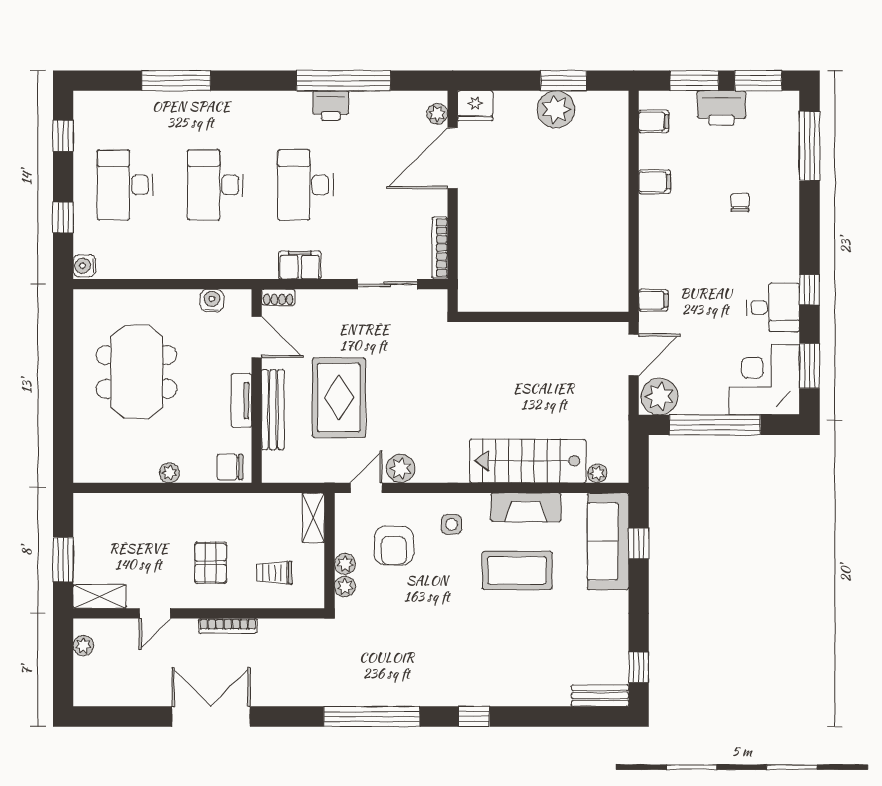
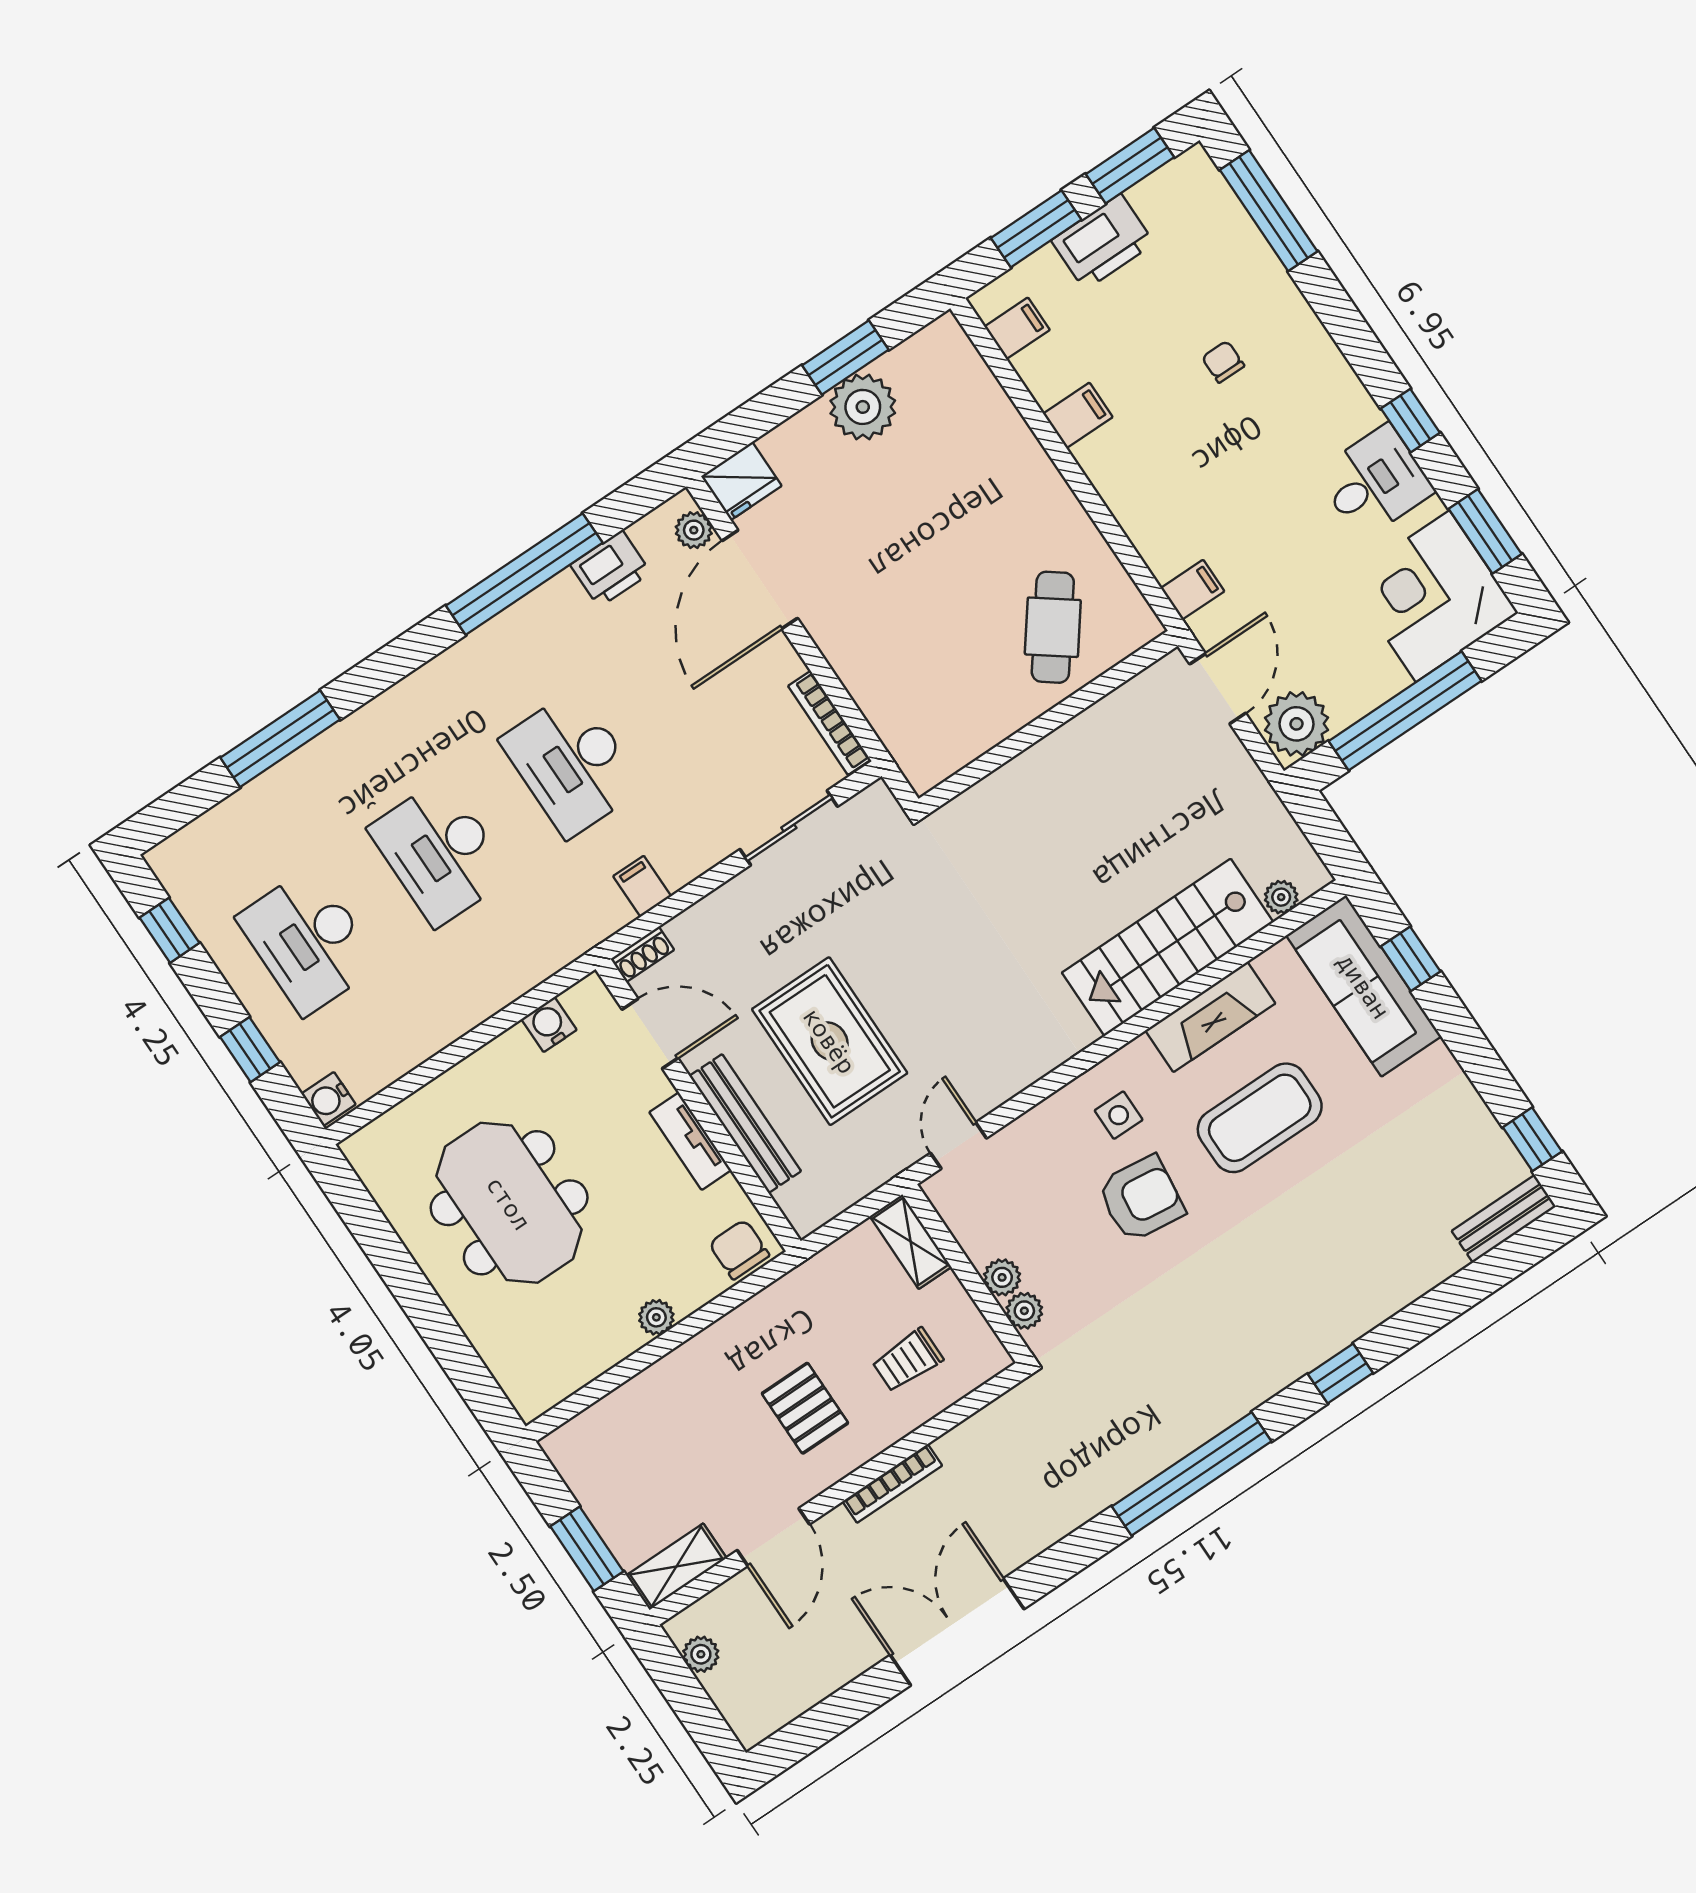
printer: (331, 106) -> (611, 569), moved
filing cabinet: (300, 265) -> (642, 886), width x0.50
cafe table: (575, 274) -> (1053, 627), added
chair: (230, 467) -> (739, 1249), turned 90
plant: (401, 469) -> (990, 1084), removed
armchair: (394, 546) -> (1141, 1199), moved, turned -83
door: (155, 613) -> (773, 1537), width x1.37

